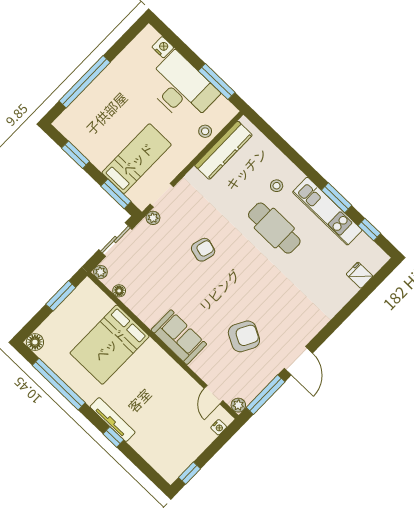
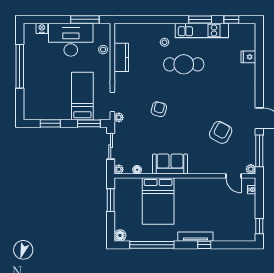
window: (85, 82) -> (20, 66), moved
kitchen counter: (223, 150) -> (121, 57), width x0.67
fridge: (359, 275) -> (248, 57), moved
sofa: (179, 337) -> (170, 164), moved

